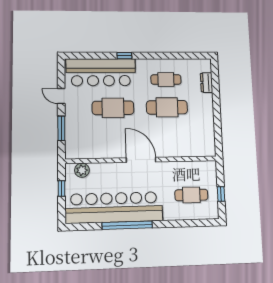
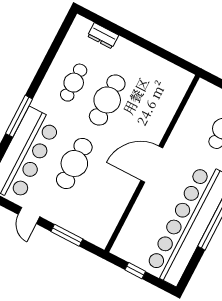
window: (124, 56) -> (19, 116), width x2.17
door: (61, 96) -> (29, 216), hinge flipped
plant: (82, 170) -> (127, 237), removed

